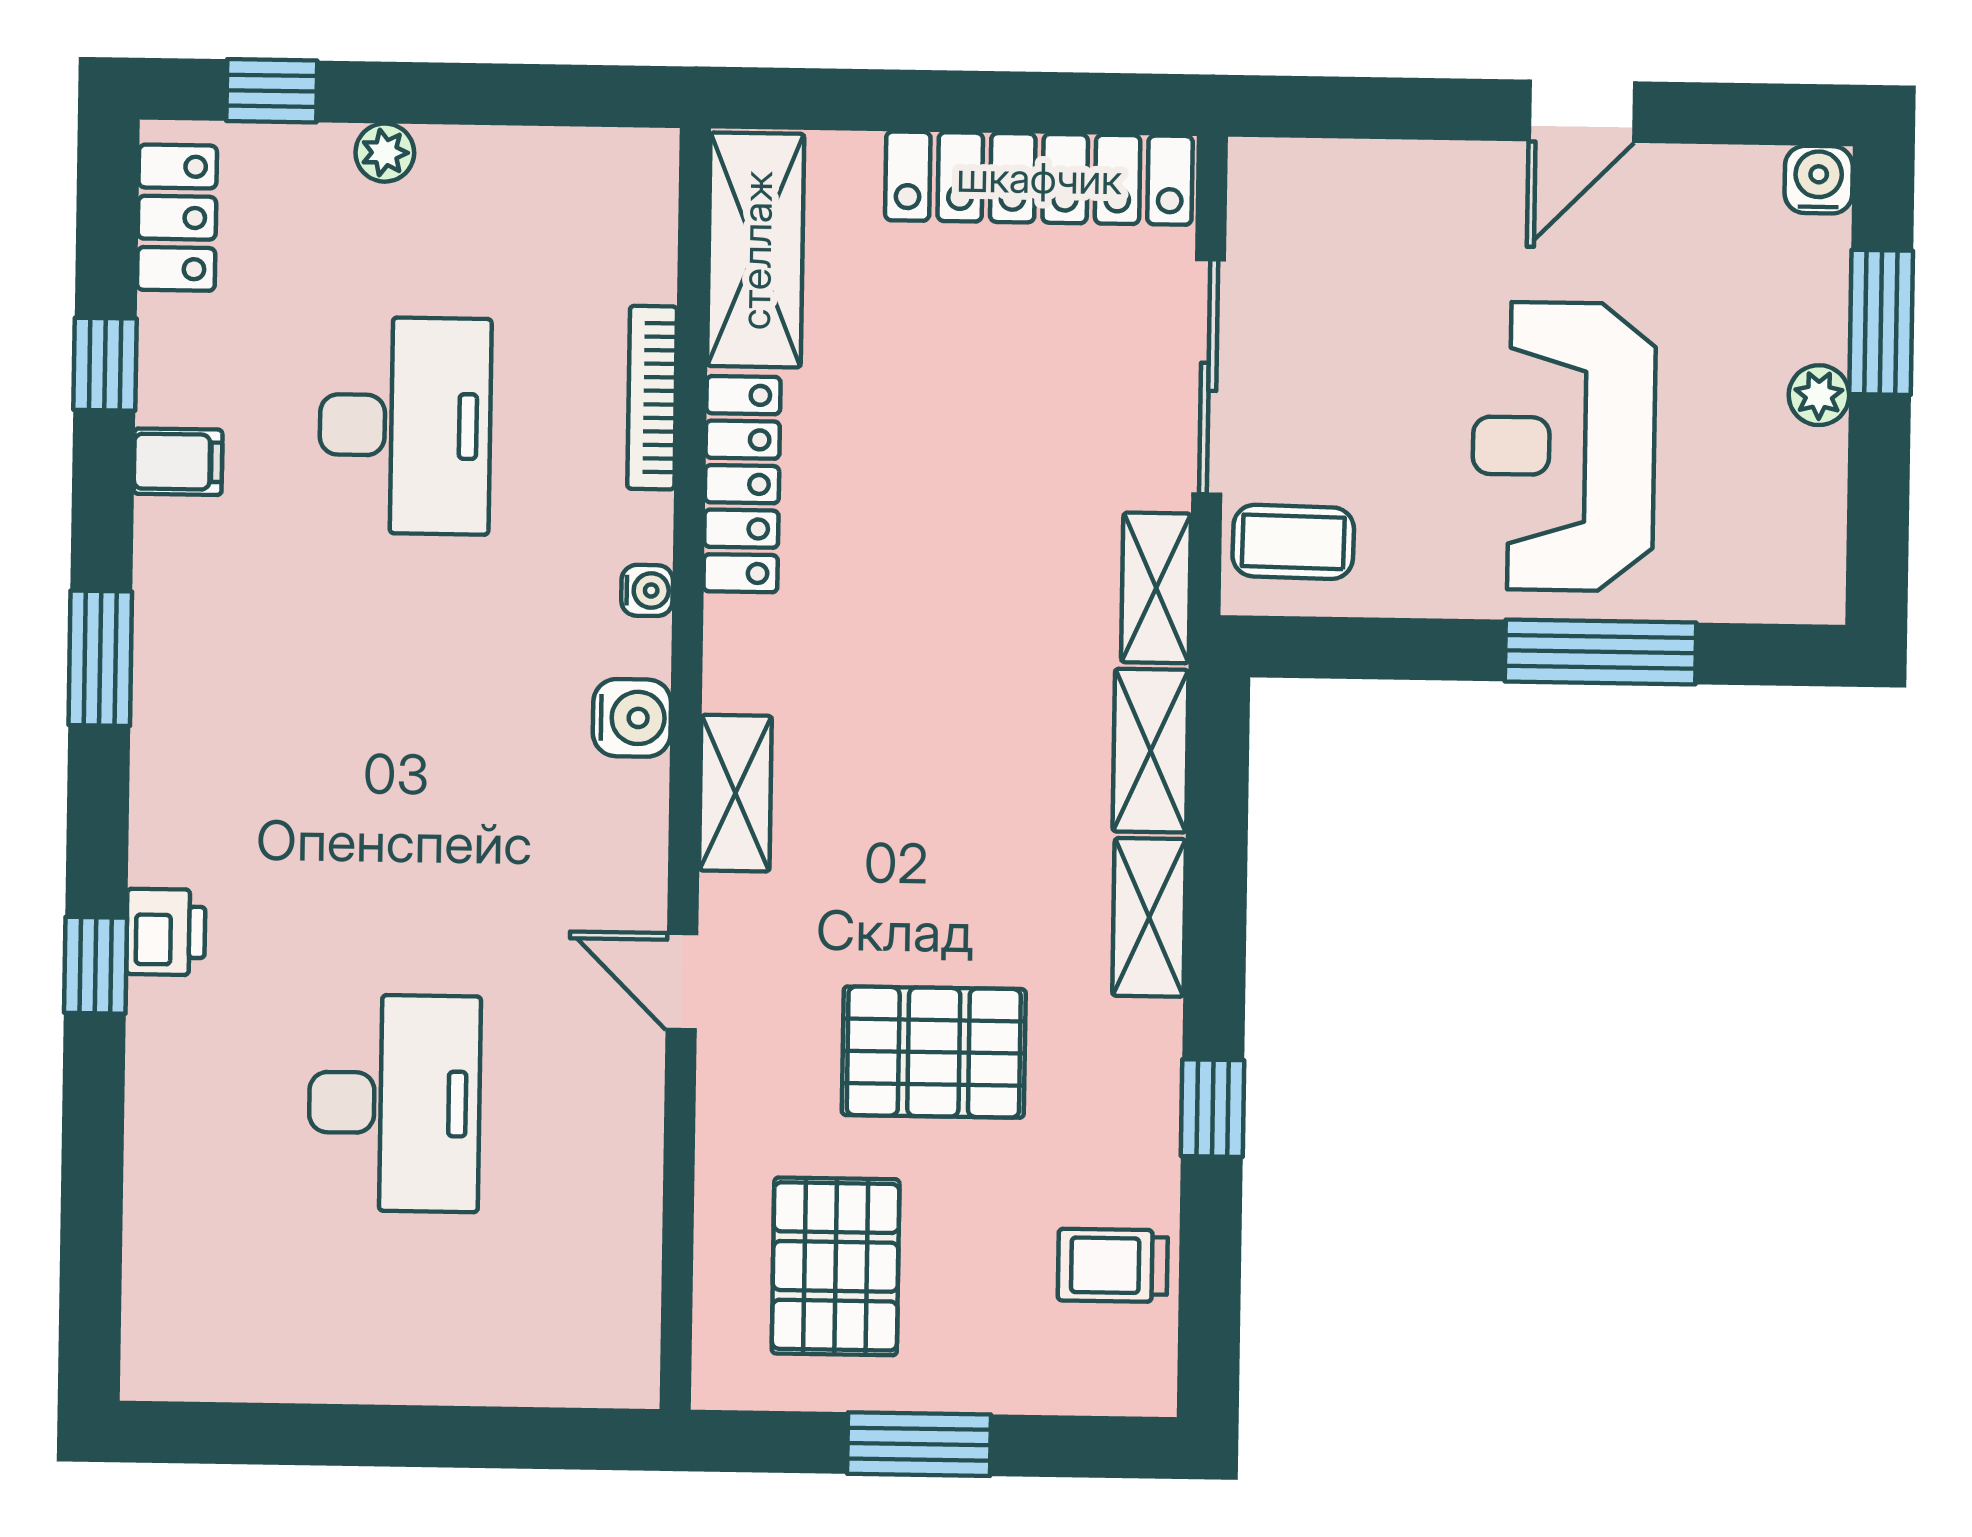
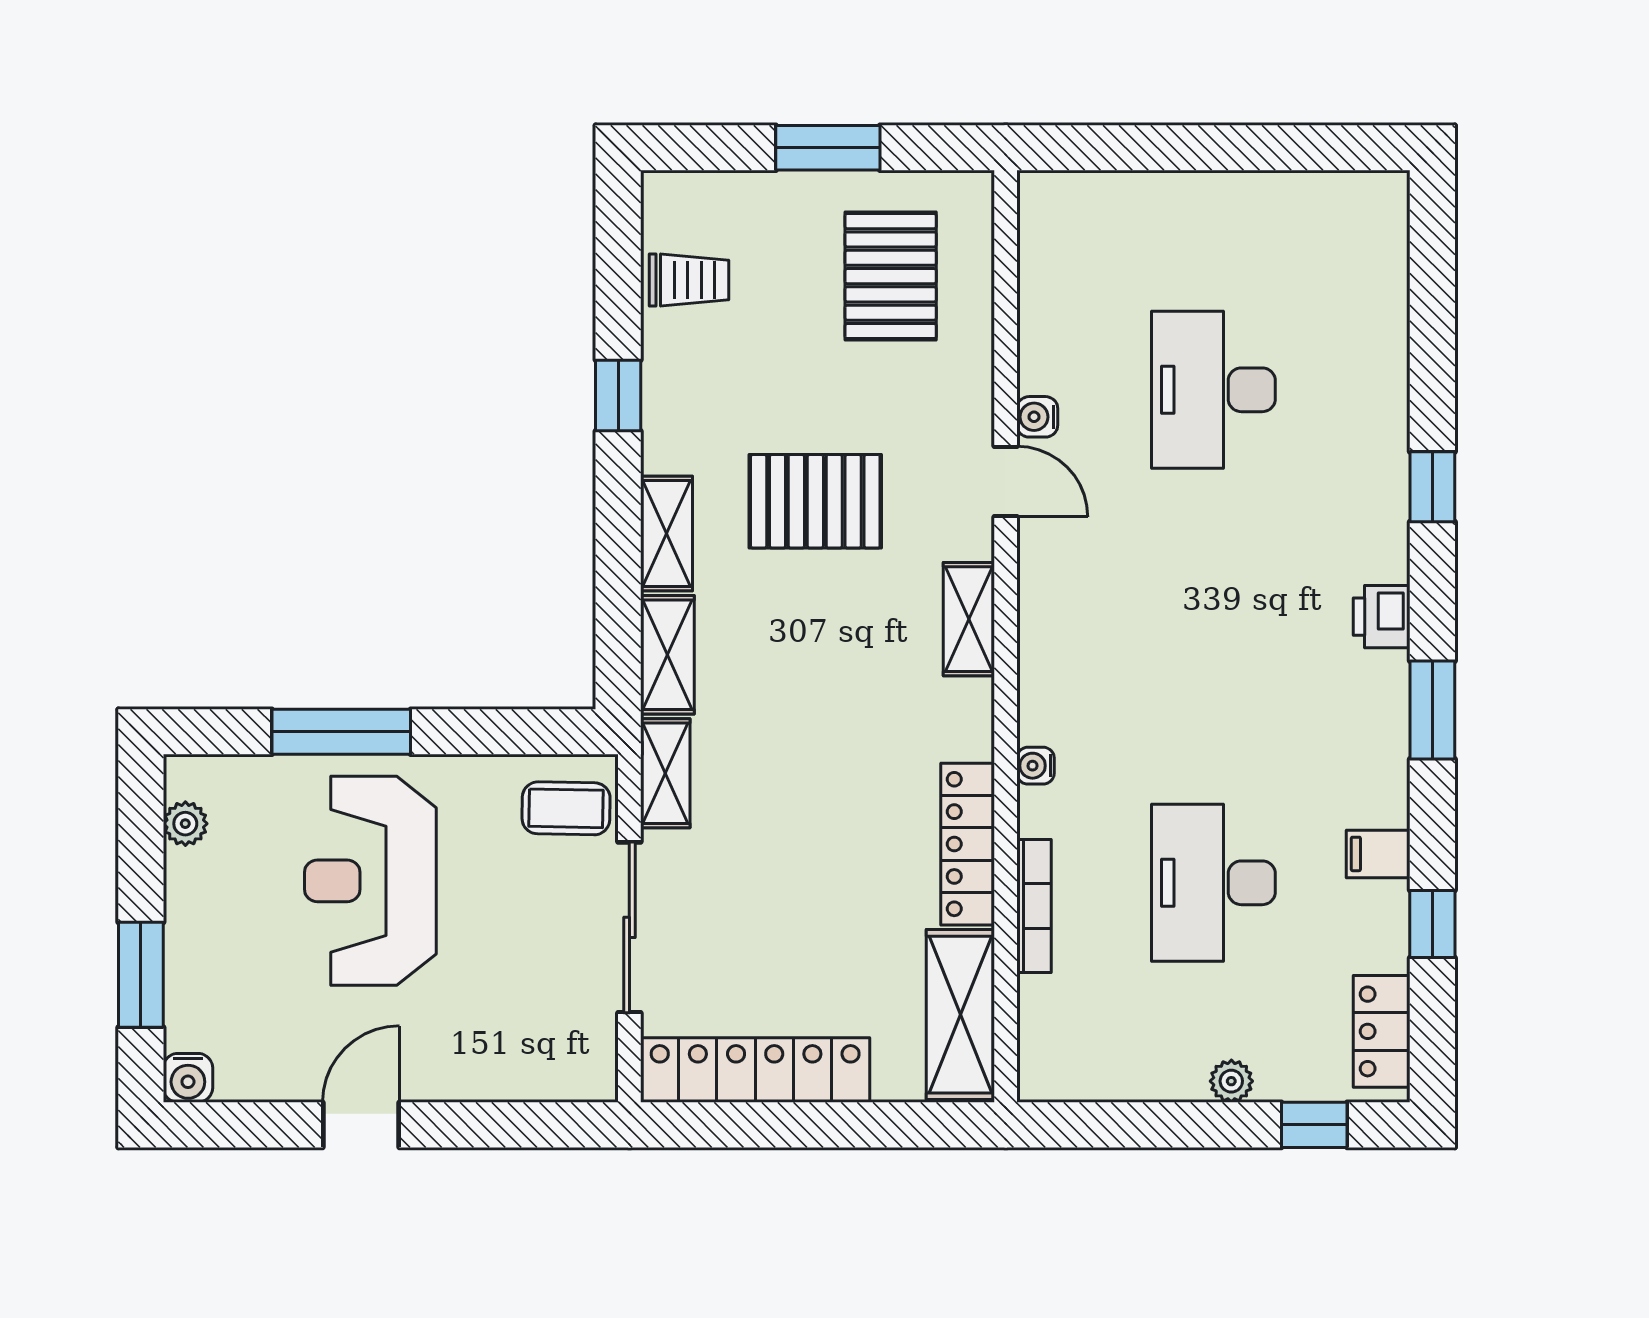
plant: (1819, 395) -> (185, 824), moved
reception desk: (1564, 446) -> (370, 881), turned 180
water cooler: (632, 718) -> (1037, 417), moved, width x0.72, depth x0.72
printer: (166, 932) -> (1382, 617), moved
pallet: (934, 1052) -> (815, 501), moved

